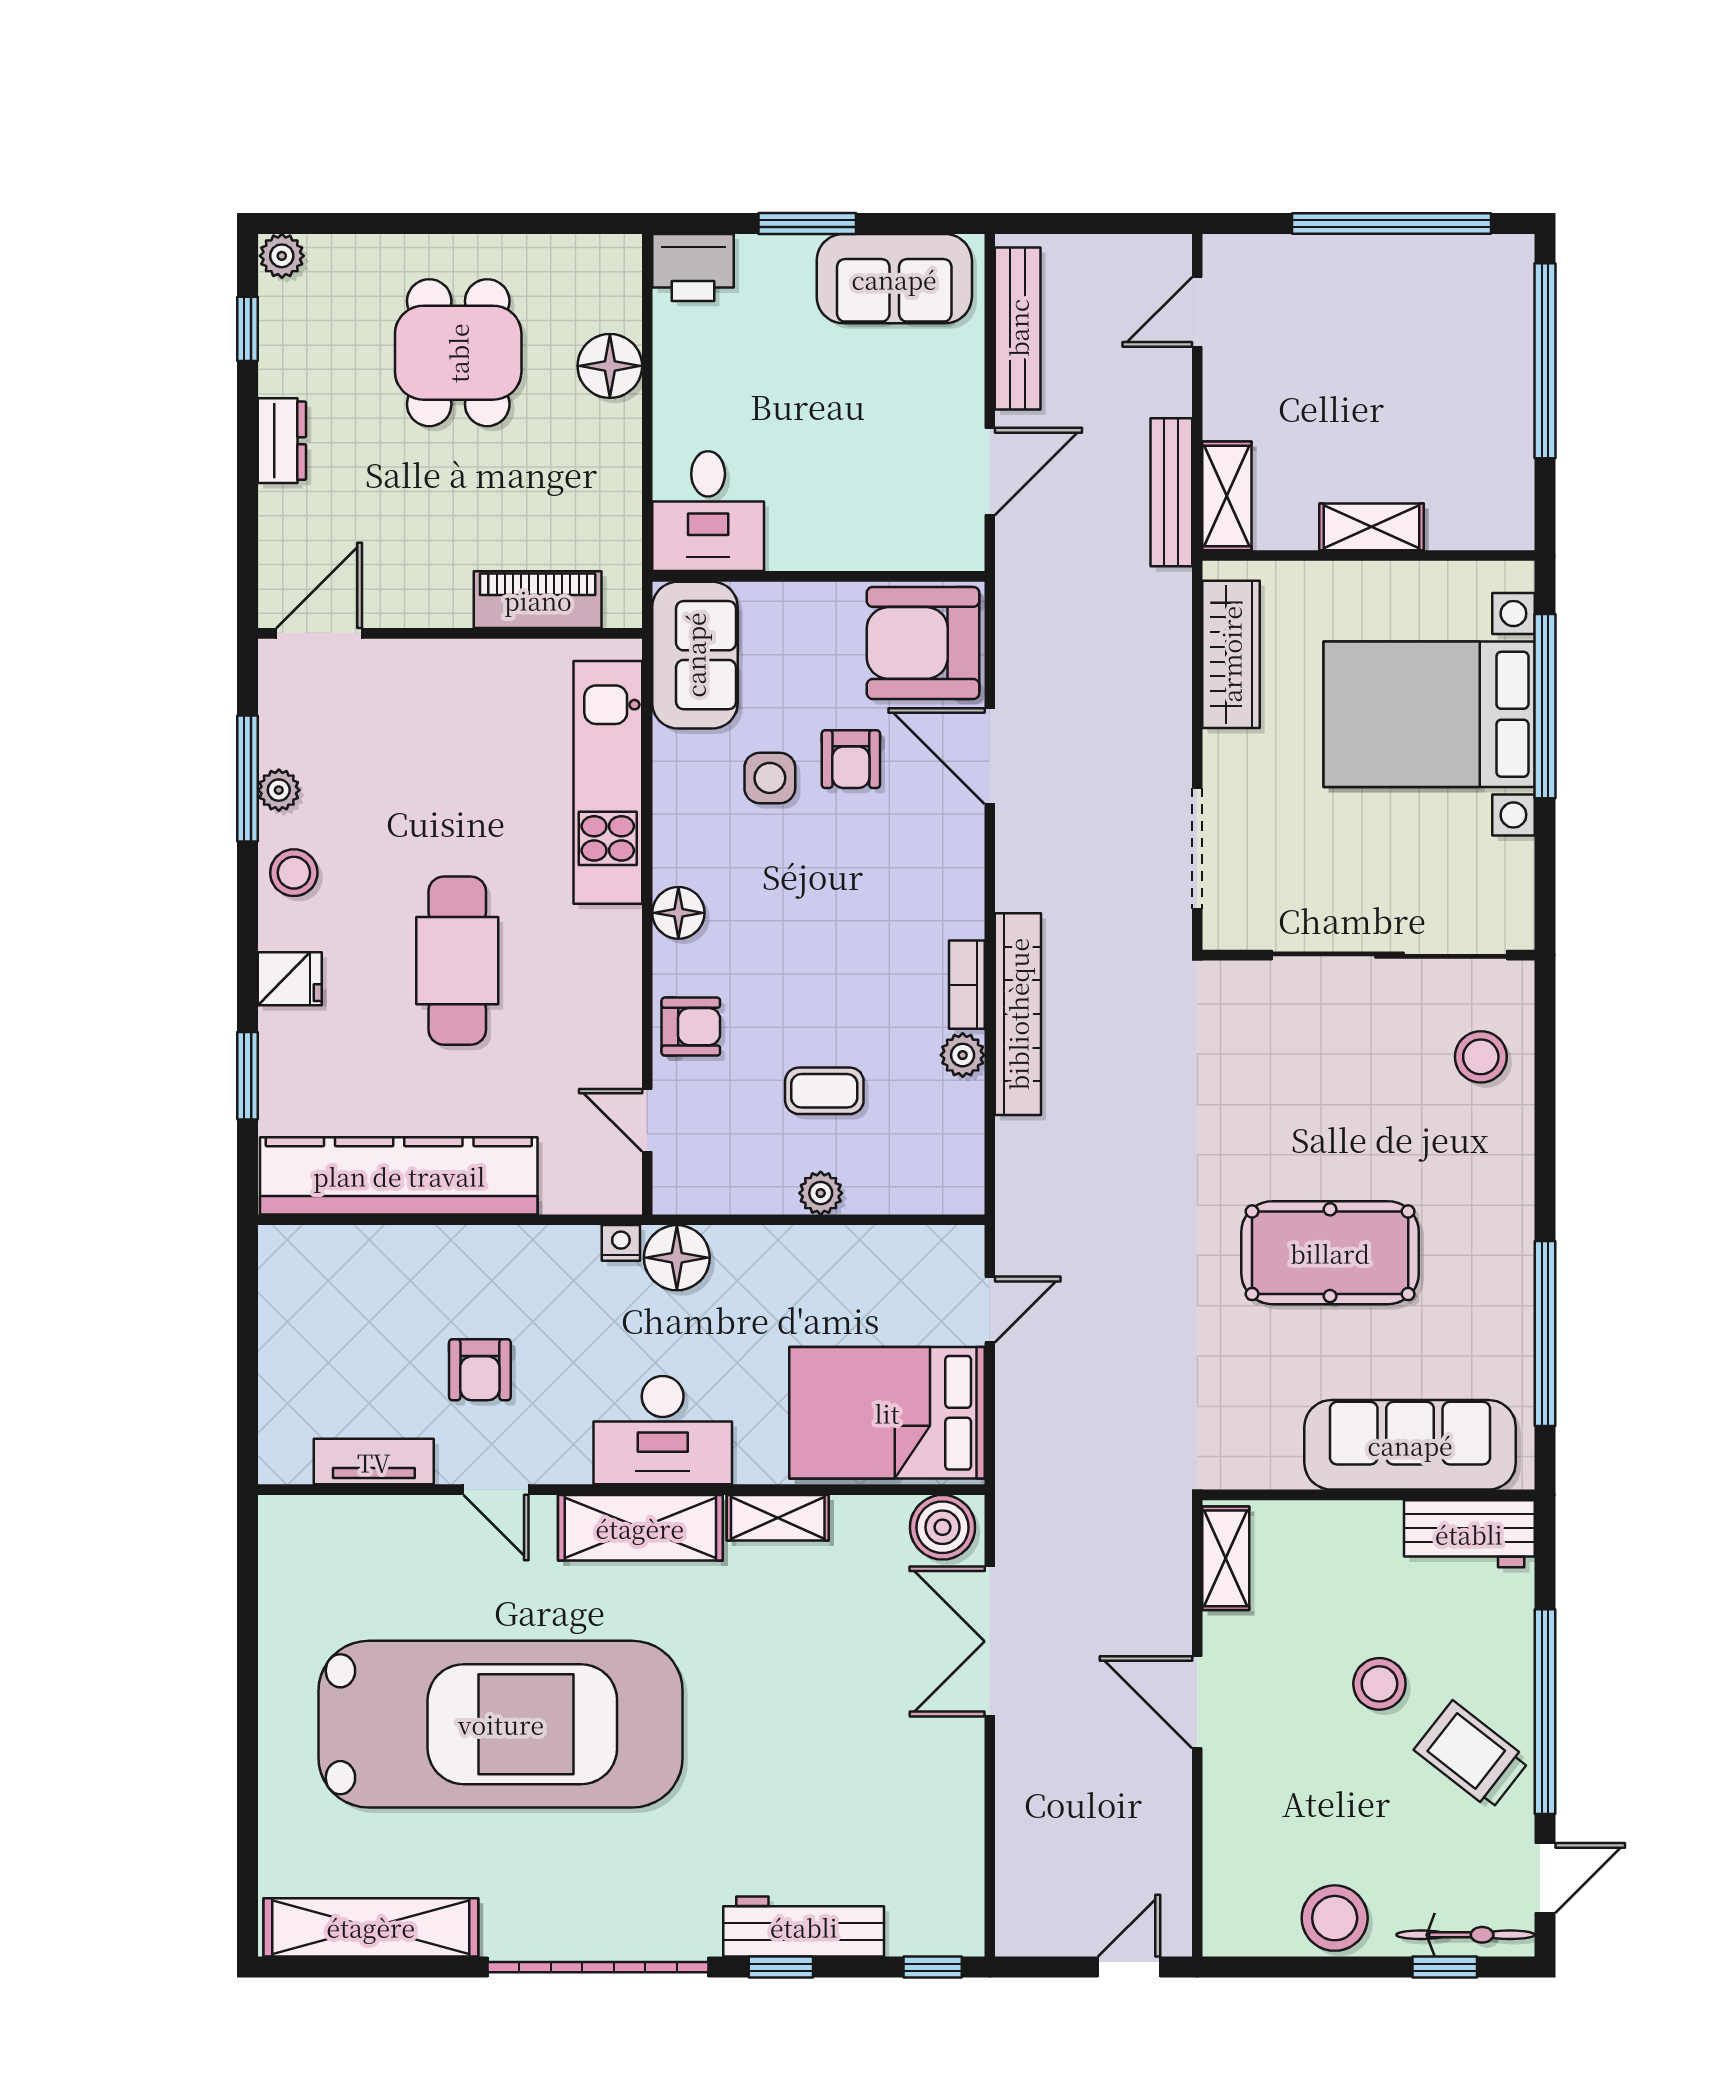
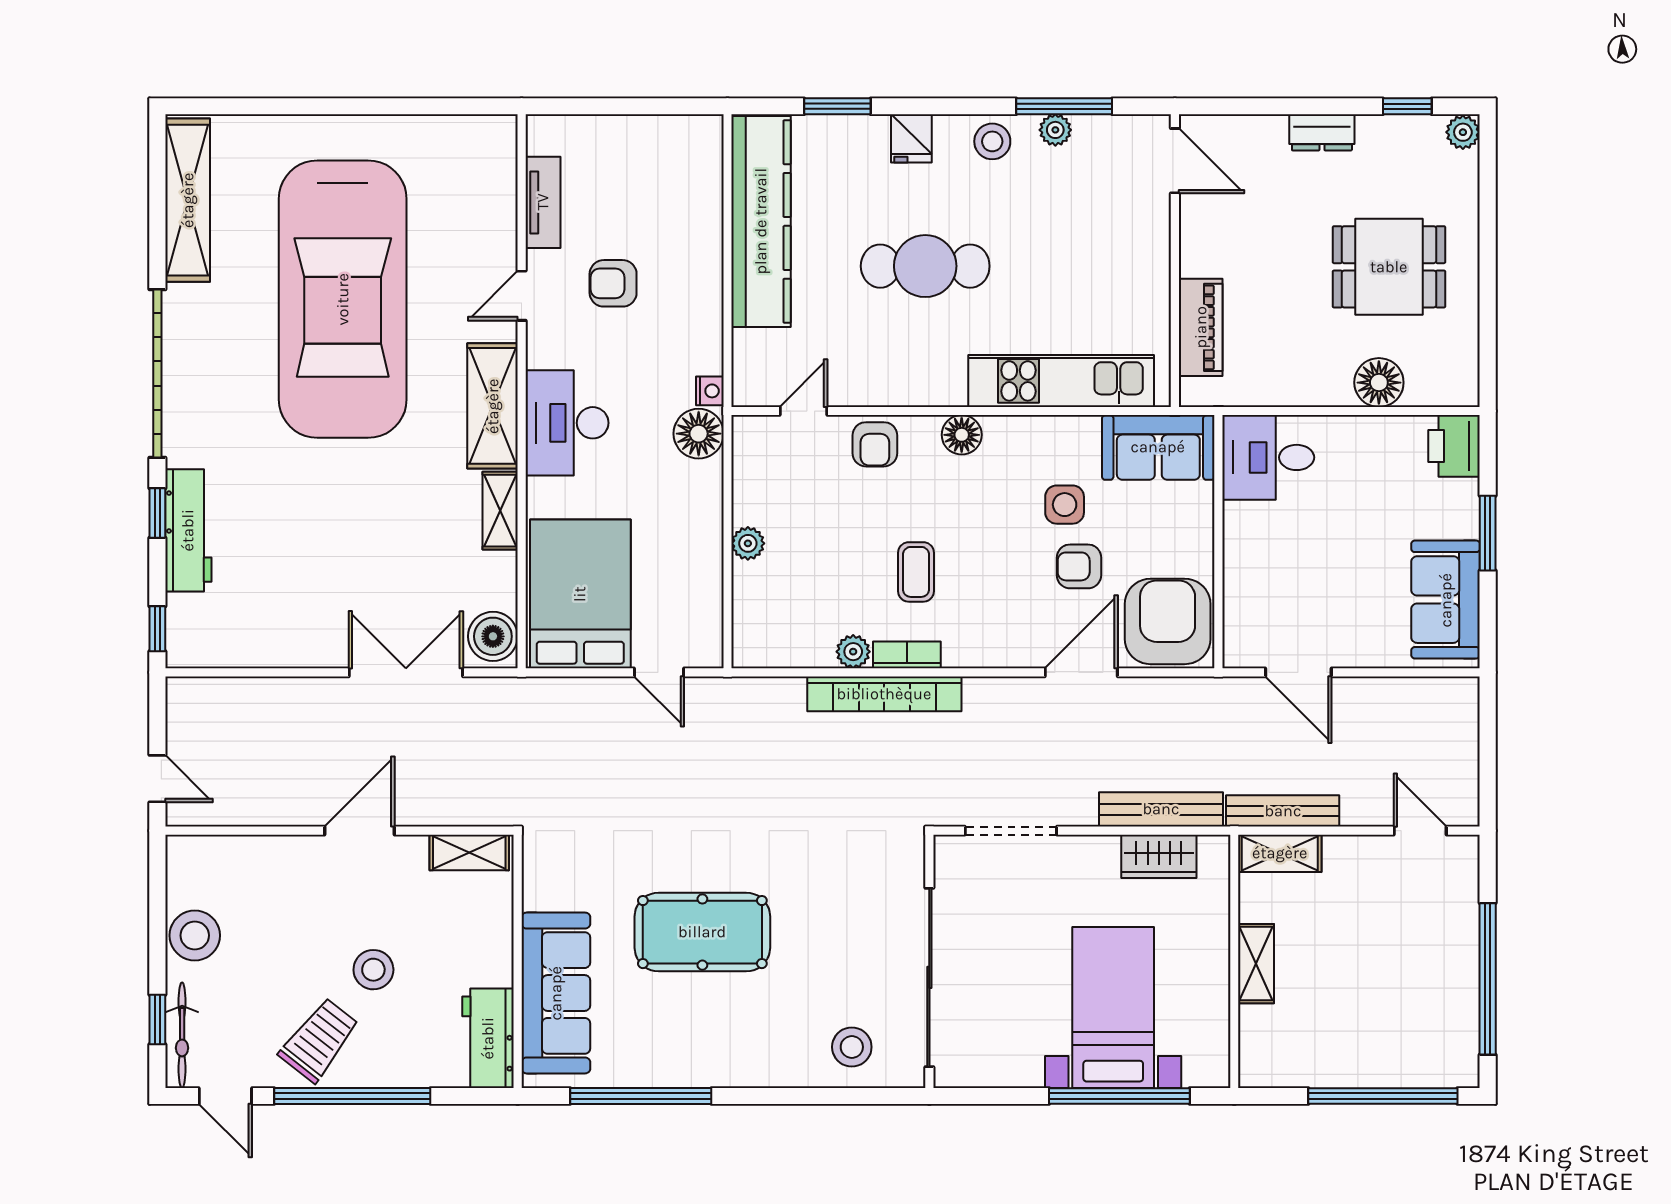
bench: (1018, 328) -> (1161, 809), moved
wardrobe: (1231, 654) -> (1159, 856), width x0.67
bed with nightstands: (1429, 714) -> (1113, 1008), width x0.73
coffee table: (824, 1091) -> (916, 572), moved
pool table: (1330, 1253) -> (702, 932), turned 90

